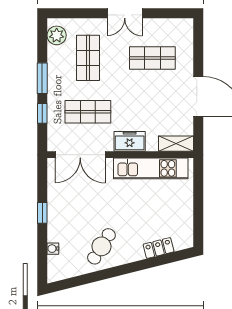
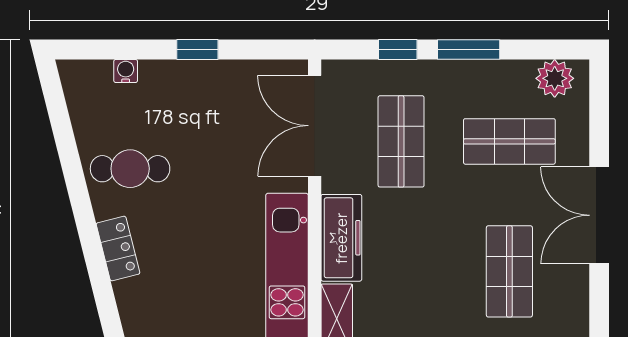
double door: (125, 13) -> (599, 215), width x1.37
freezer: (130, 141) -> (341, 238), width x1.40
cafe table: (101, 246) -> (130, 169), turned -32
locker: (159, 248) -> (118, 249), moved

